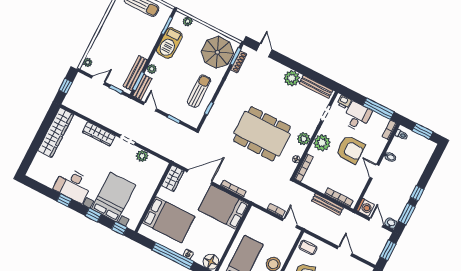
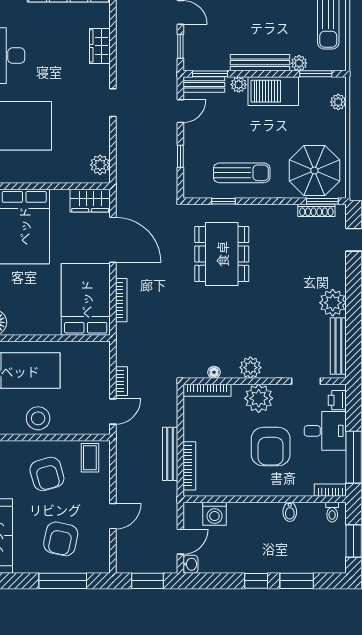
plant: (157, 31) -> (299, 63), added
barbecue: (169, 43) -> (273, 91), moved
bench: (135, 73) -> (260, 63), moved
wardrobe: (99, 134) -> (100, 46), width x0.67
dining table: (262, 134) -> (222, 254), moved, width x0.73, depth x0.80
plant: (142, 156) -> (100, 165), moved
door: (374, 171) -> (256, 499), removed
washing machine: (365, 207) -> (215, 514), moved
window: (407, 214) -> (297, 581), moved

